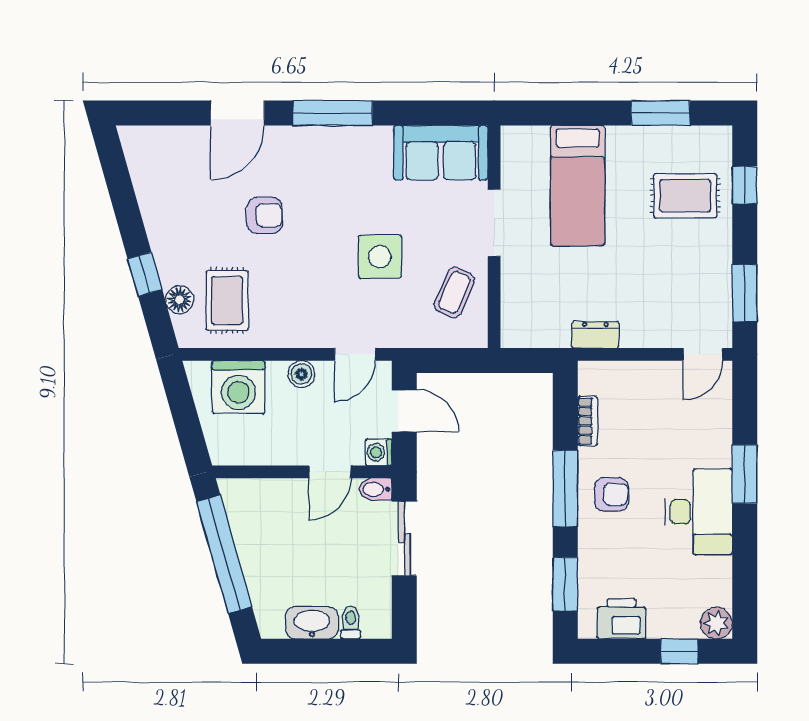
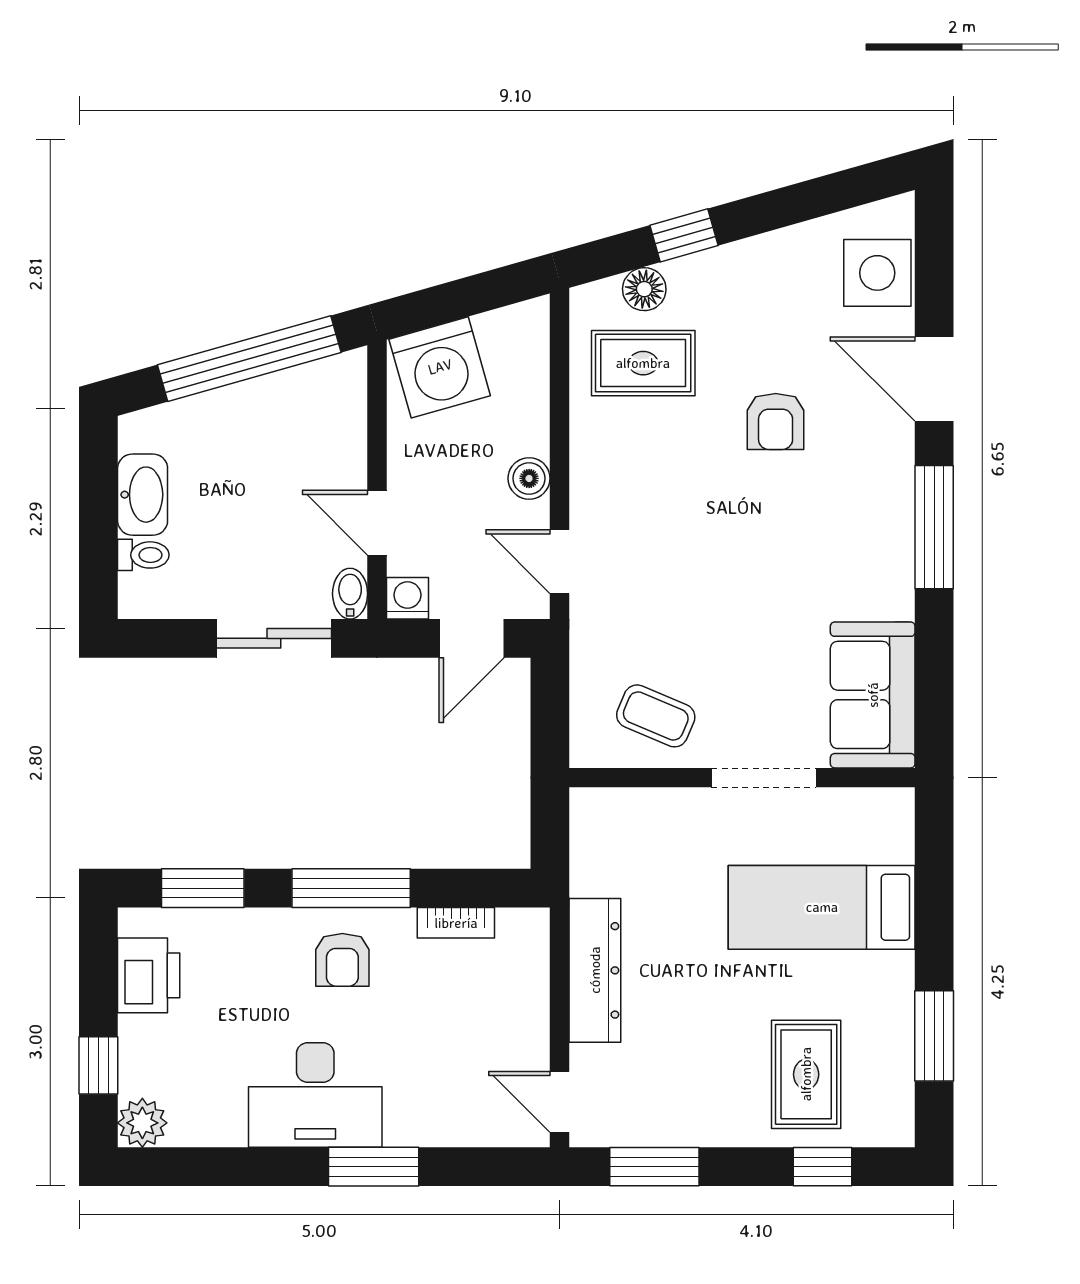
side table: (380, 257) -> (877, 273), moved
dresser: (595, 335) -> (595, 970), width x1.96, depth x1.24
washing machine: (238, 387) -> (440, 367), moved, turned -106

